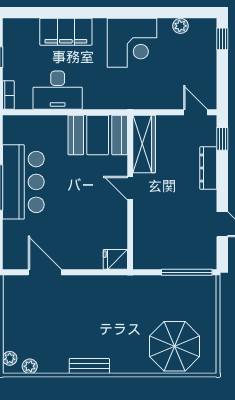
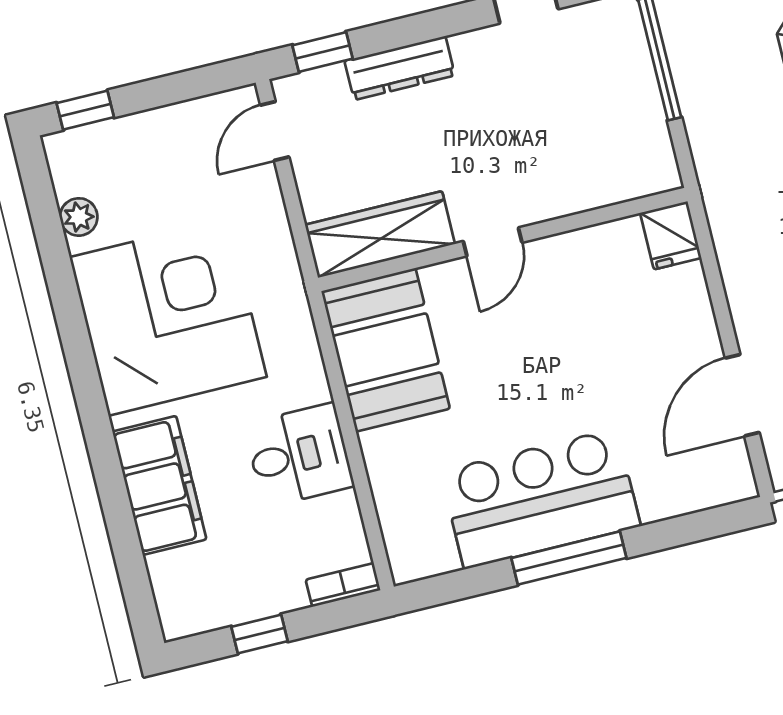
corner desk: (132, 43) -> (168, 317), width x1.36, depth x1.36
desk: (58, 90) -> (299, 455), width x0.73

